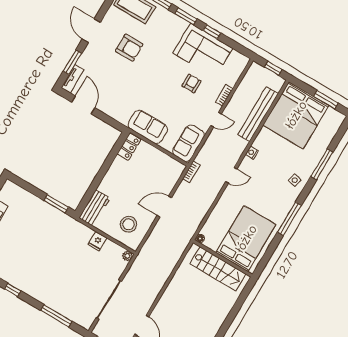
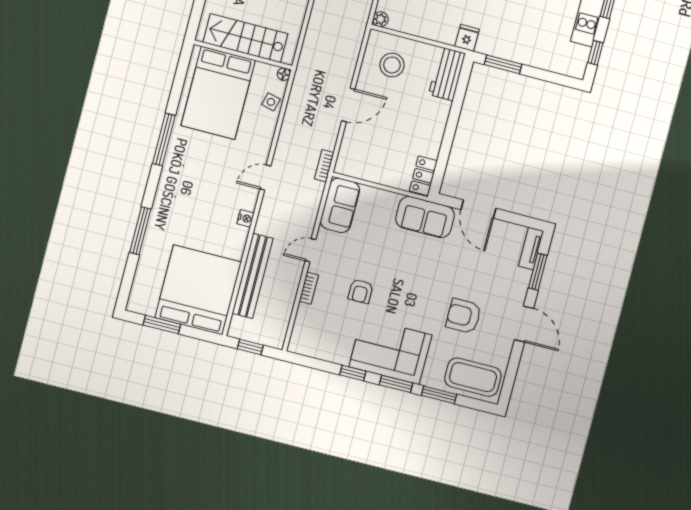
corner sofa: (203, 51) -> (390, 351), moved
door: (83, 105) -> (478, 209), moved
sofa: (148, 127) -> (425, 217), moved
side table: (295, 180) -> (271, 102), moved
fridge: (97, 241) -> (467, 38), moved

